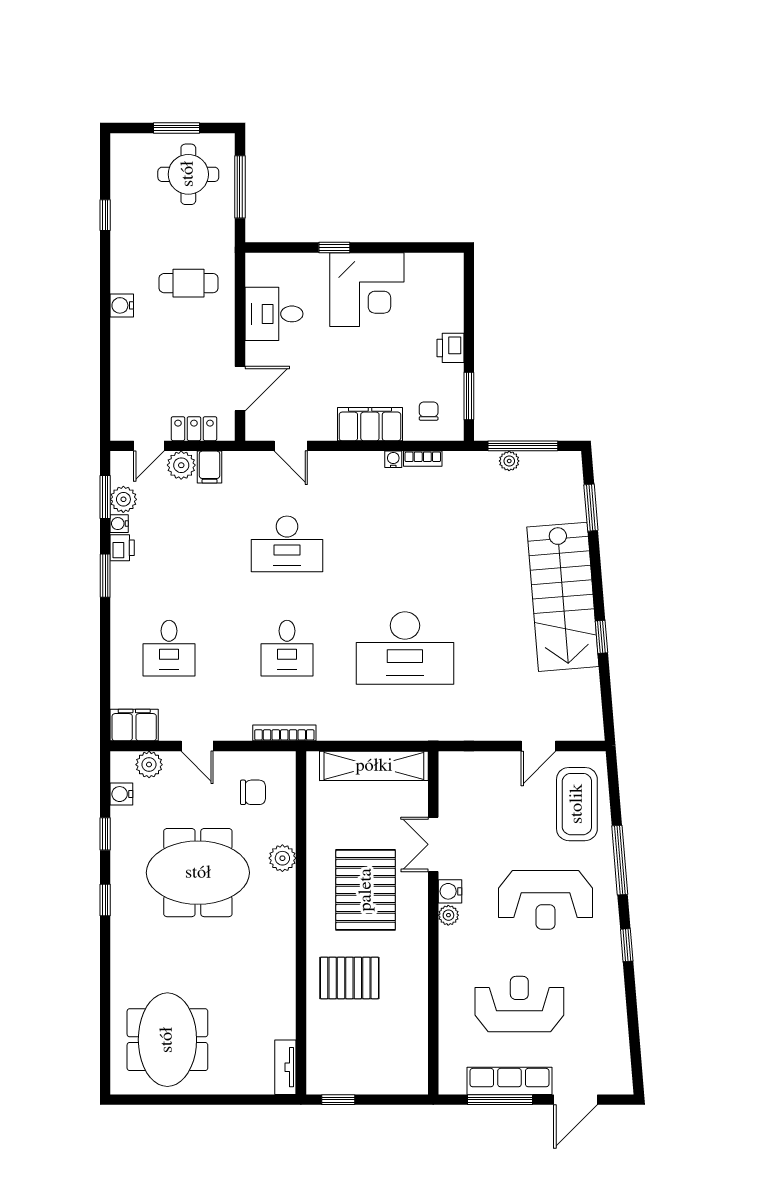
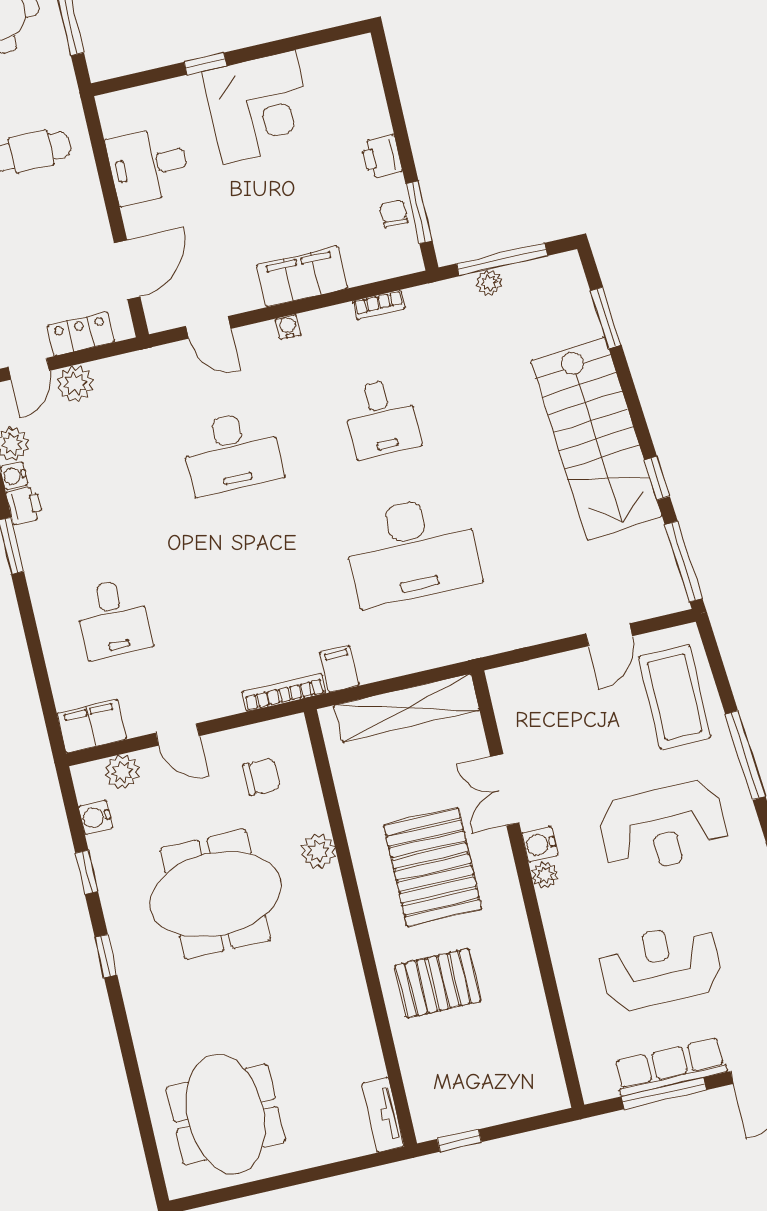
chair: (429, 411) -> (394, 214), moved
water cooler: (393, 459) -> (288, 327), moved
filing cabinet: (210, 467) -> (339, 669), moved, turned 180
desk: (287, 648) -> (381, 418), moved
window: (607, 704) -> (684, 561), added

